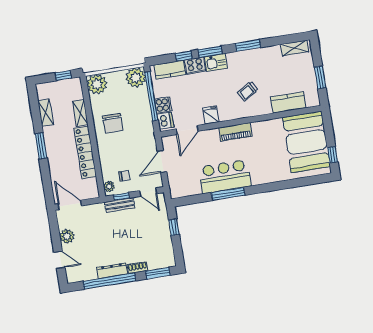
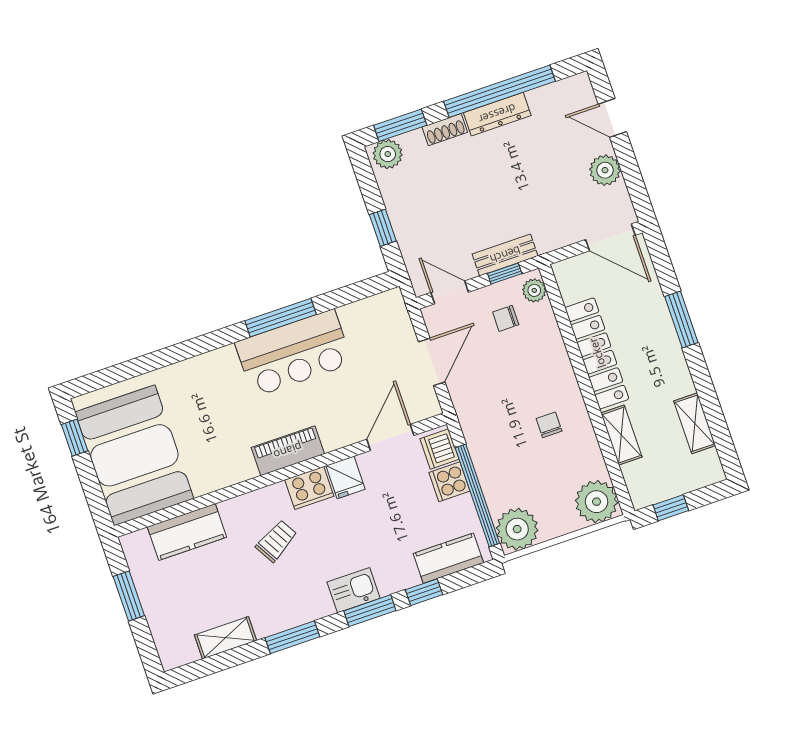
shelving: (295, 48) -> (225, 638), moved
cooker: (195, 66) -> (309, 488), moved, turned 180
chair: (113, 123) -> (549, 425), width x0.54, depth x0.54
window: (41, 146) -> (681, 319), moved
plant: (166, 261) -> (388, 154), added

